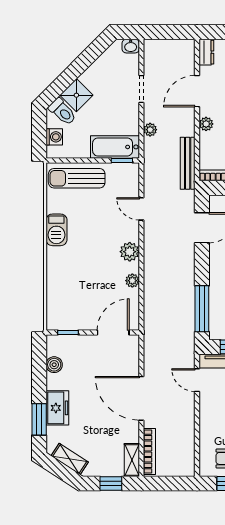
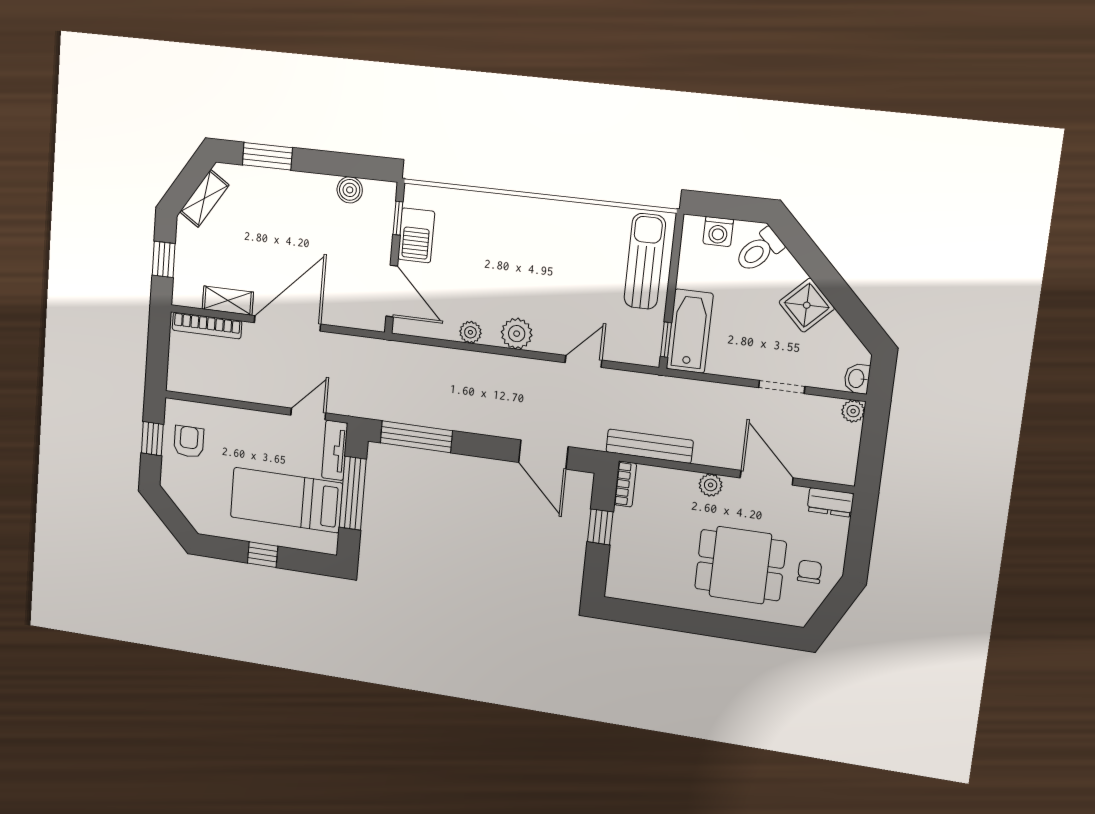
shower: (76, 95) -> (807, 305), moved
plant: (150, 130) -> (853, 411), moved
barbecue: (56, 230) -> (416, 235), moved, turned -90
freezer: (57, 408) -> (283, 188), removed
shelving: (132, 460) -> (228, 301), moved

